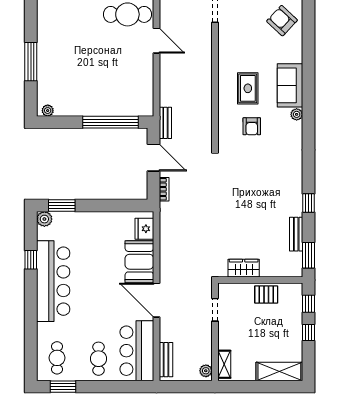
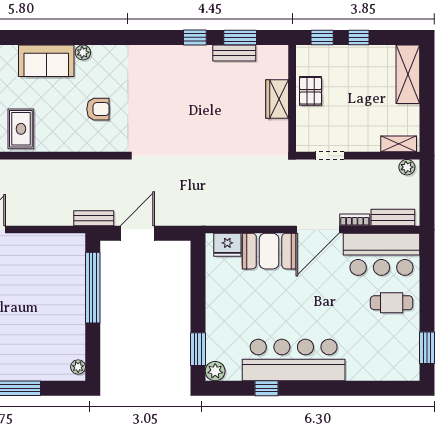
rug: (248, 88) -> (21, 129), moved, turned 90
bookcase: (164, 189) -> (355, 220), moved
window: (308, 255) -> (240, 37), moved
wardrobe: (244, 268) -> (277, 99), moved
cafe table: (57, 358) -> (391, 355), removed

